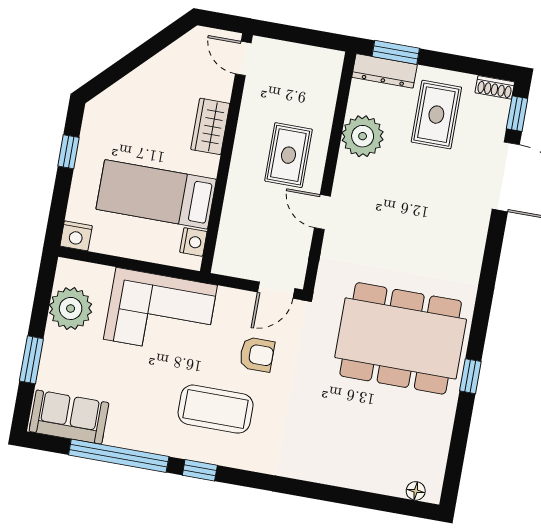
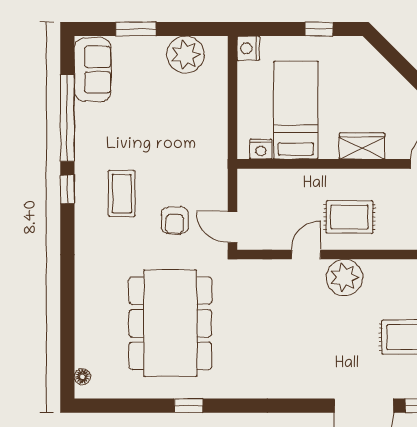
plant: (363, 136) -> (344, 277), moved
corner sofa: (160, 312) -> (196, 132), removed
dining table: (401, 338) -> (170, 323), moved
coffee table: (216, 409) -> (122, 193), width x0.73, depth x0.76

